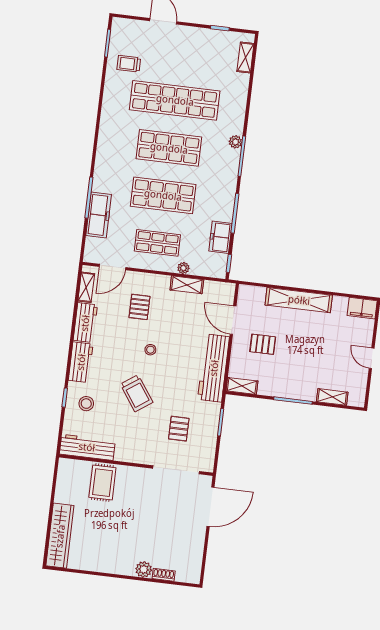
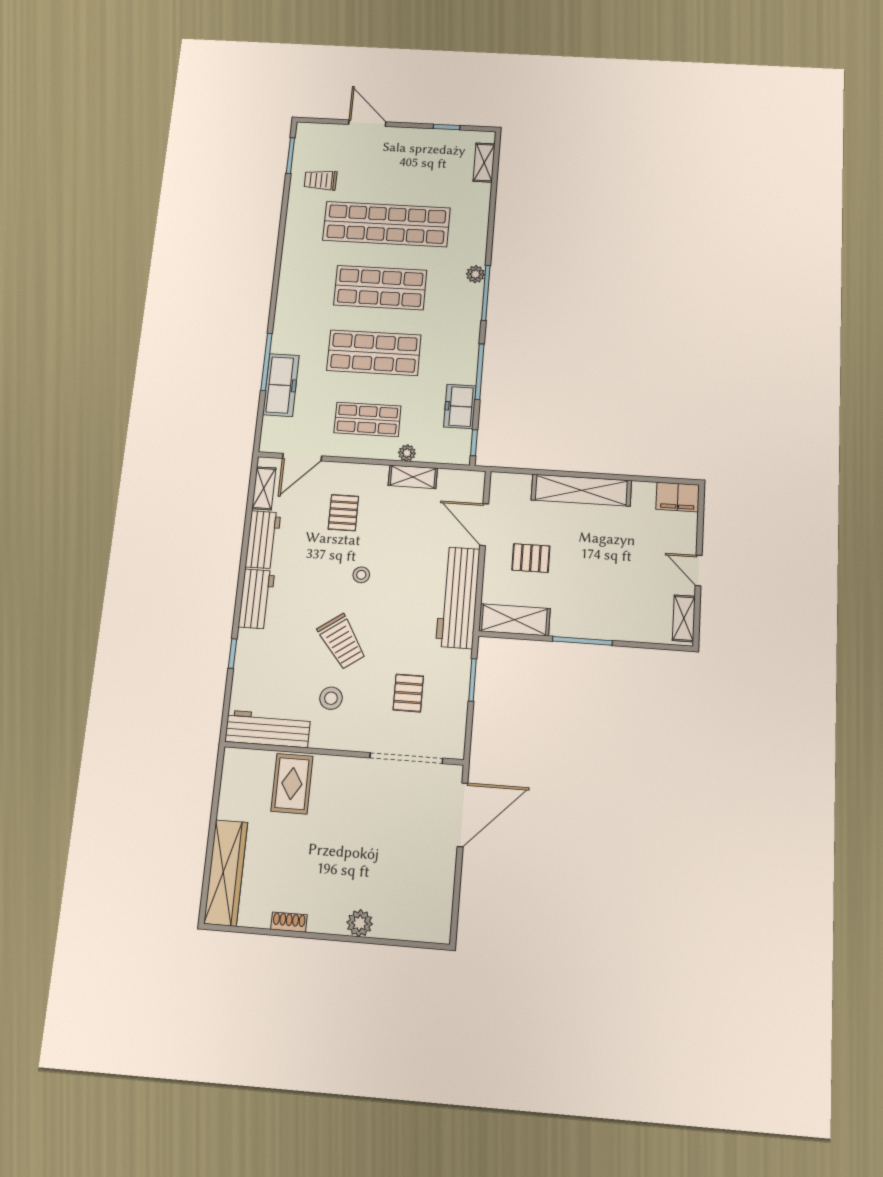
shelving: (242, 386) -> (514, 620), width x1.50, depth x1.33
shelving: (332, 397) -> (684, 618), moved, turned 90
stool: (86, 404) -> (331, 698), moved
shoe rack: (164, 575) -> (289, 922), moved

